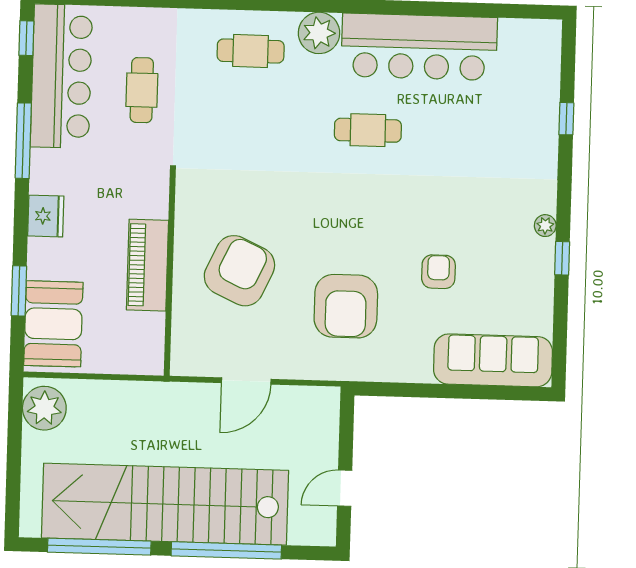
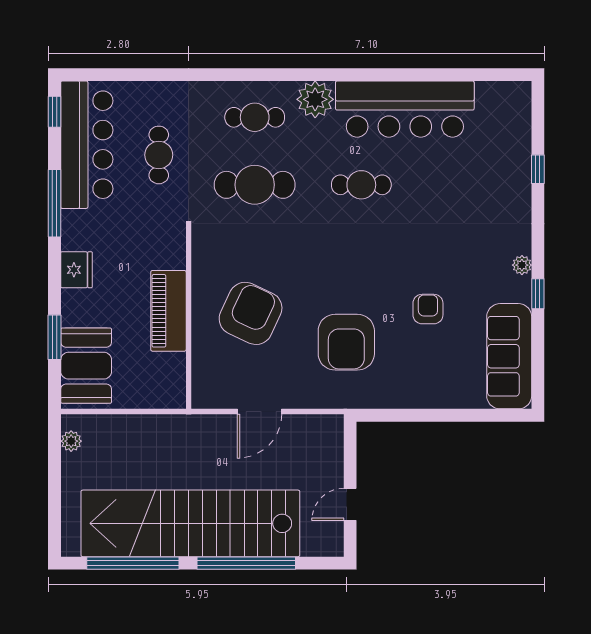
cafe table: (248, 127) -> (255, 185), added
sofa: (493, 360) -> (509, 356), moved, turned -90
plant: (44, 408) -> (71, 441), width x0.53, depth x0.53

